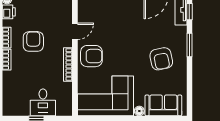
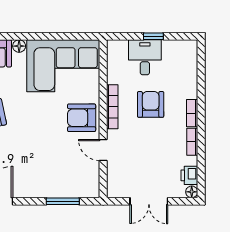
door: (75, 31) -> (103, 150), hinge flipped
armchair: (33, 41) -> (151, 104), moved, turned 180

